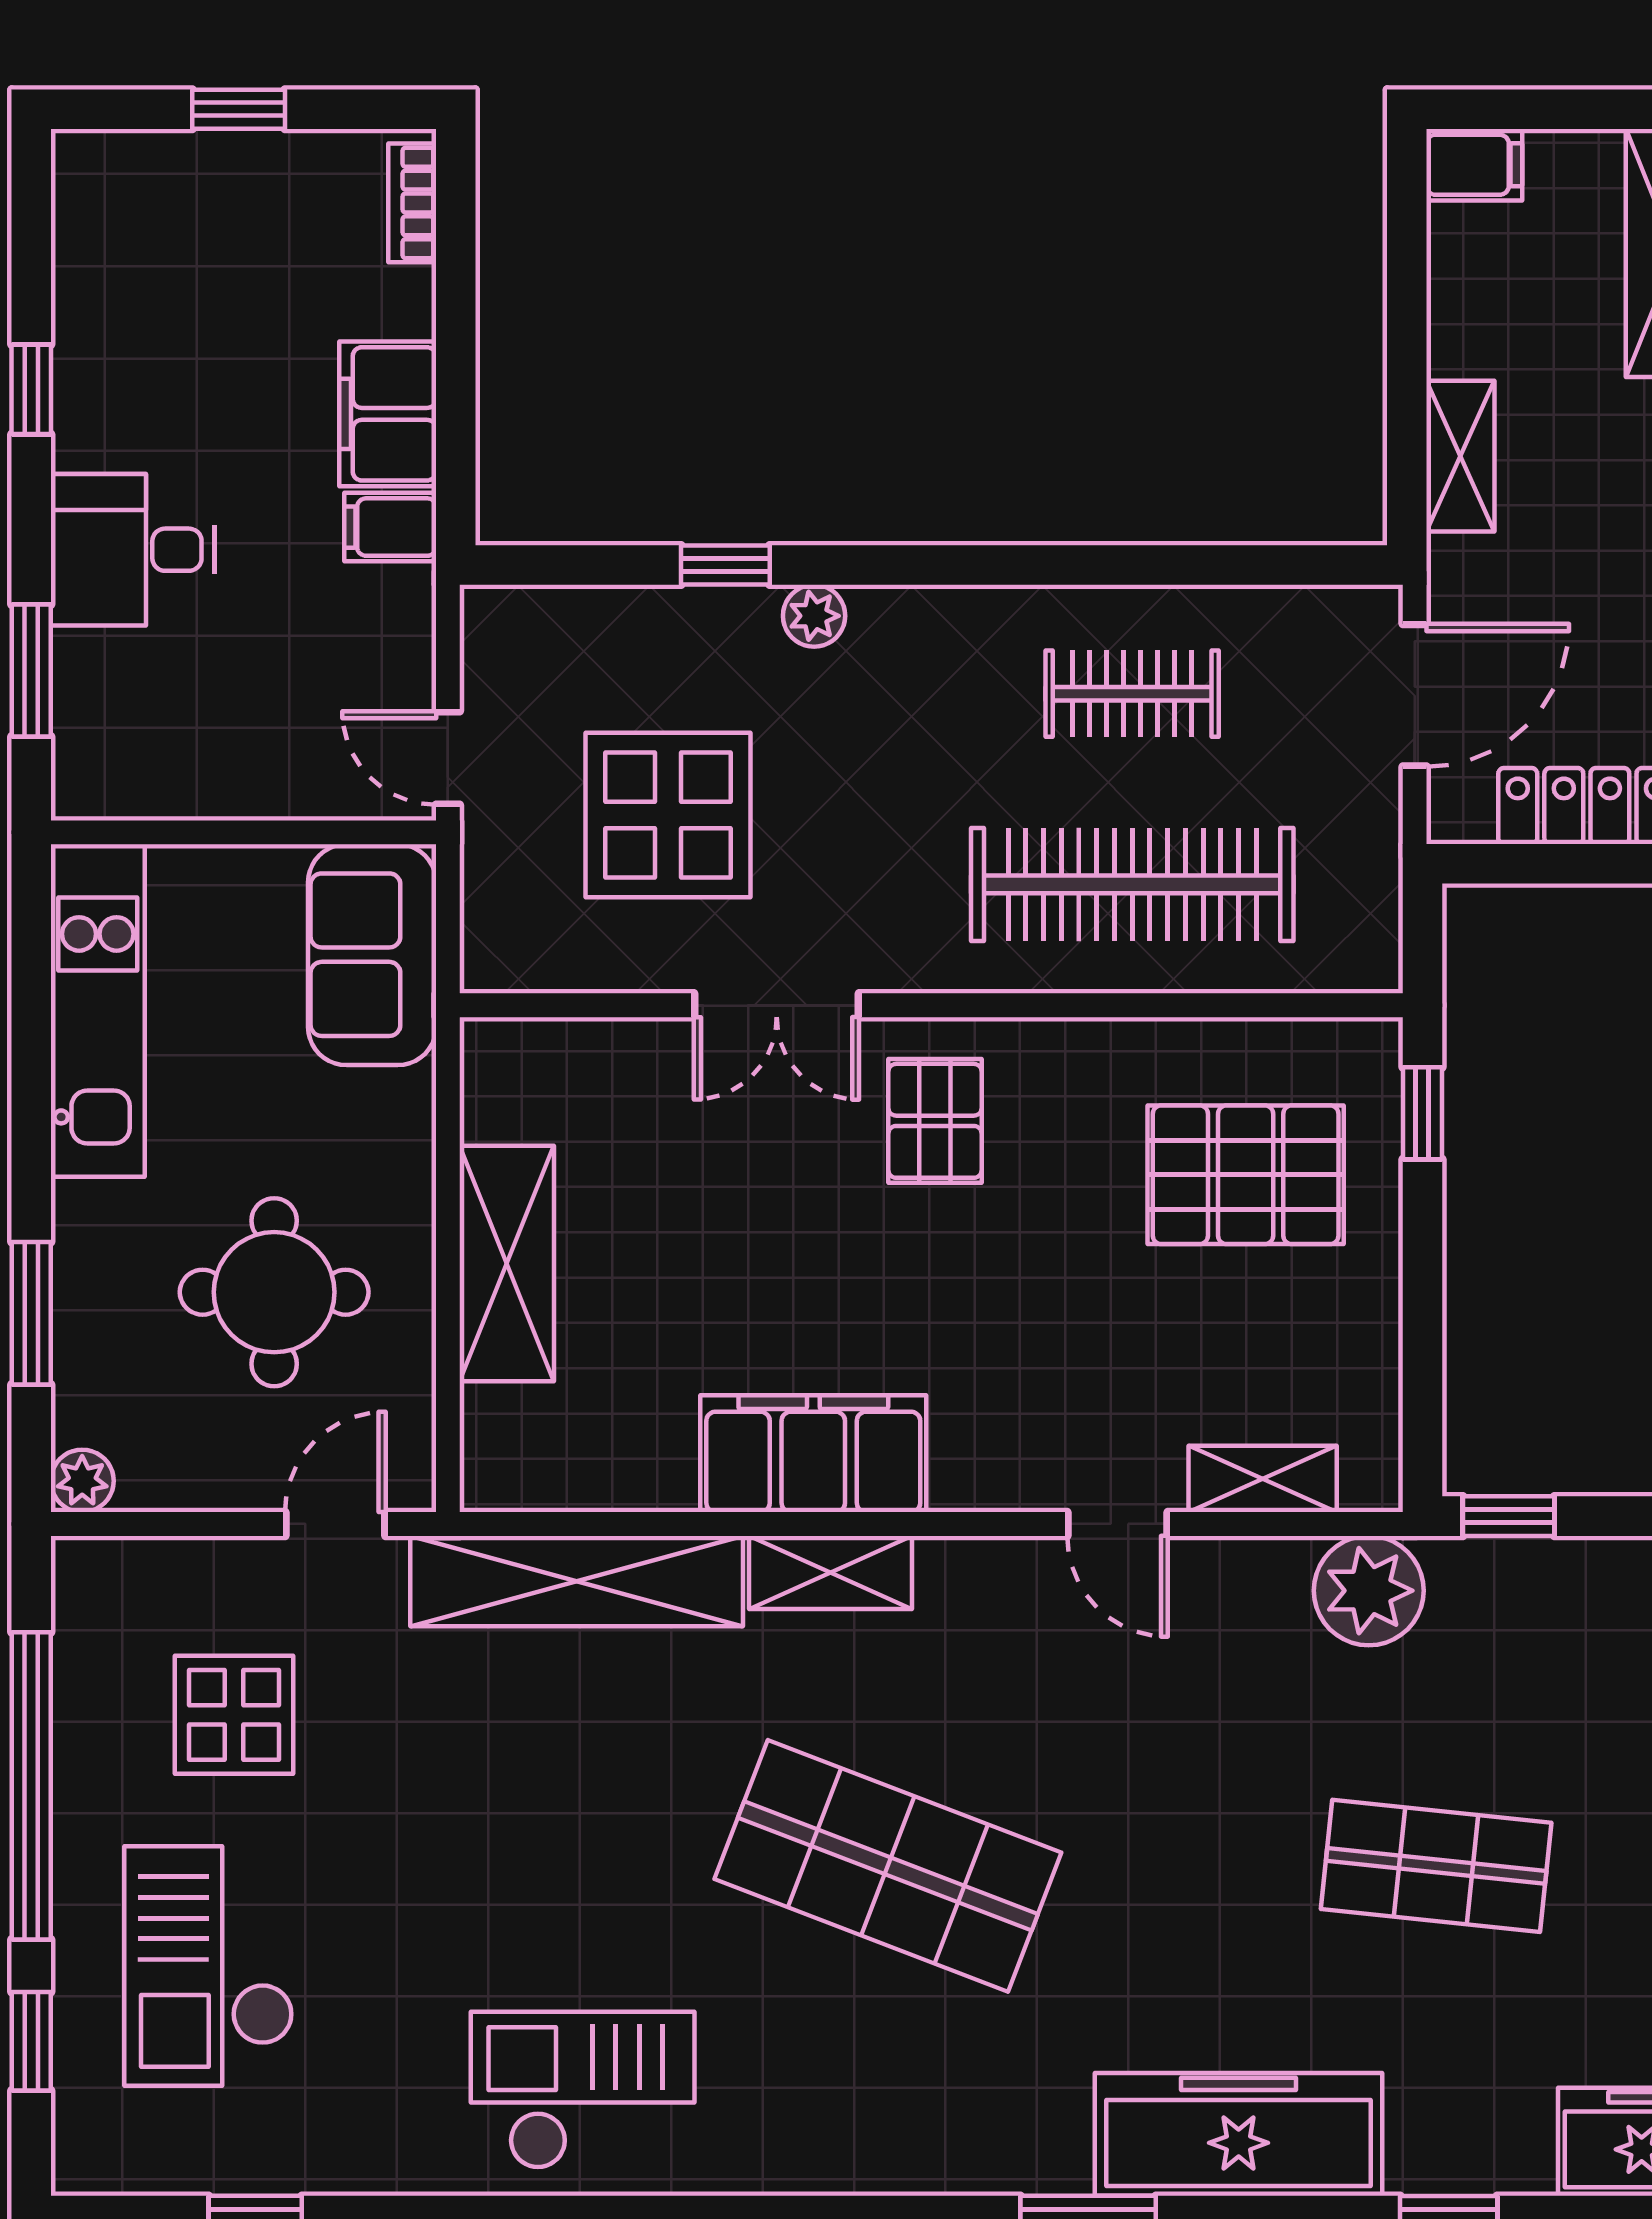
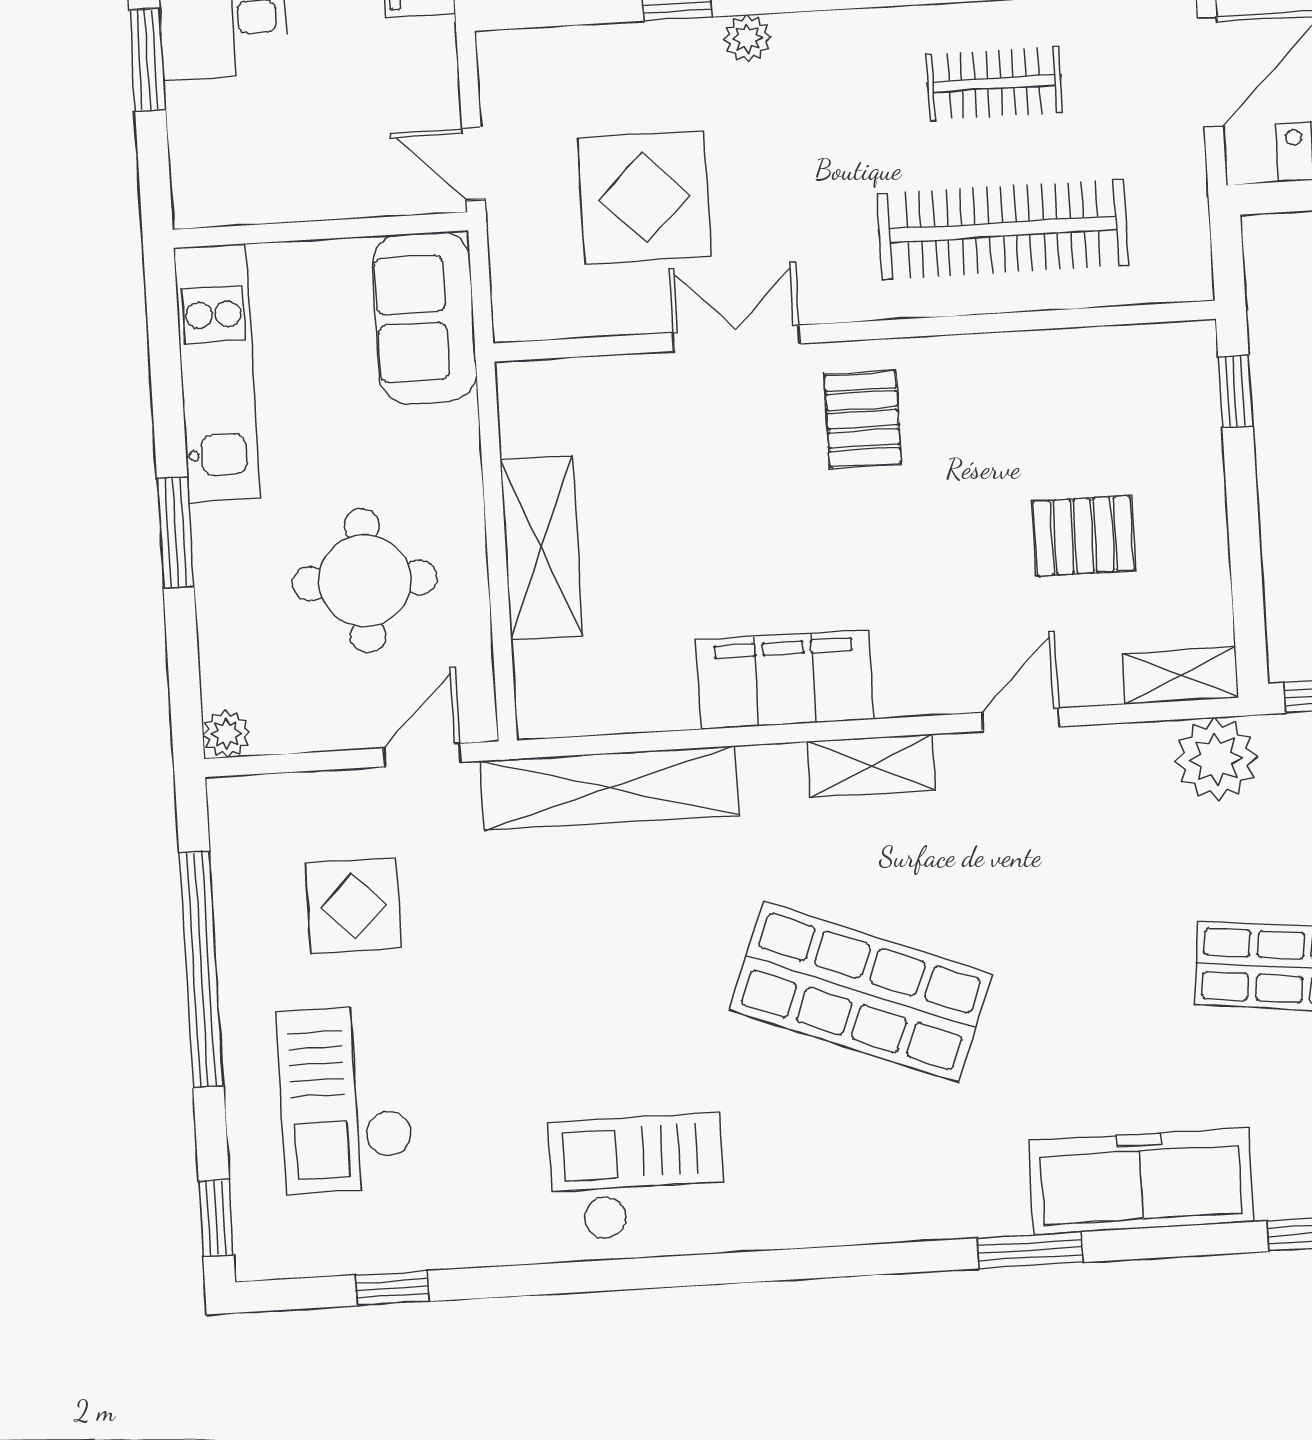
window: (31, 670) -> (147, 60), moved
double door: (777, 1005) -> (736, 338), swing flipped
pallet: (1246, 1175) -> (1084, 536), moved, width x0.67, depth x0.71
window: (31, 1313) -> (175, 532), moved
shelving: (1263, 1479) -> (1180, 675), moved
door: (1118, 1524) -> (1021, 720), swing flipped
shelving: (831, 1572) -> (871, 766), moved
window: (31, 2041) -> (216, 1218), moved

